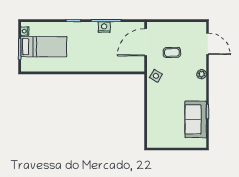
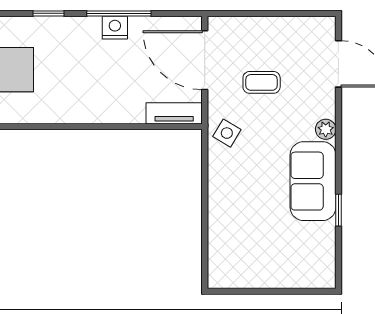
door: (146, 42) -> (205, 60), hinge flipped
tv unit: (132, 67) -> (174, 113), added
sofa: (196, 119) -> (313, 181), moved

